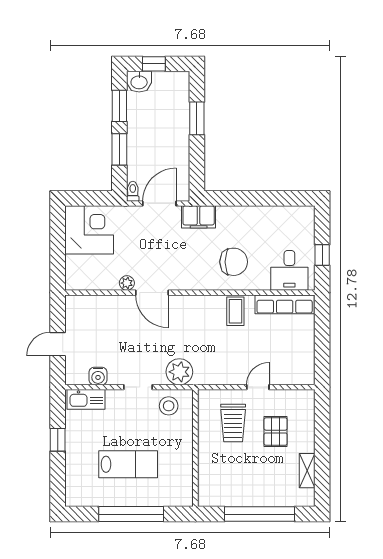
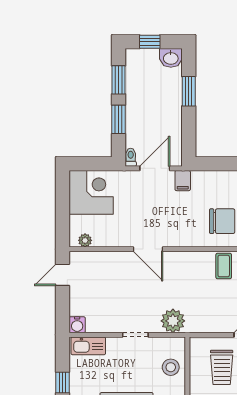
washbasin: (139, 82) -> (171, 58), moved
filing cabinet: (199, 217) -> (183, 181), width x0.50
plant: (127, 283) -> (85, 240), moved
door: (58, 344) -> (62, 275), moved
water cooler: (98, 376) -> (77, 325), moved
stool: (169, 406) -> (171, 367), moved

